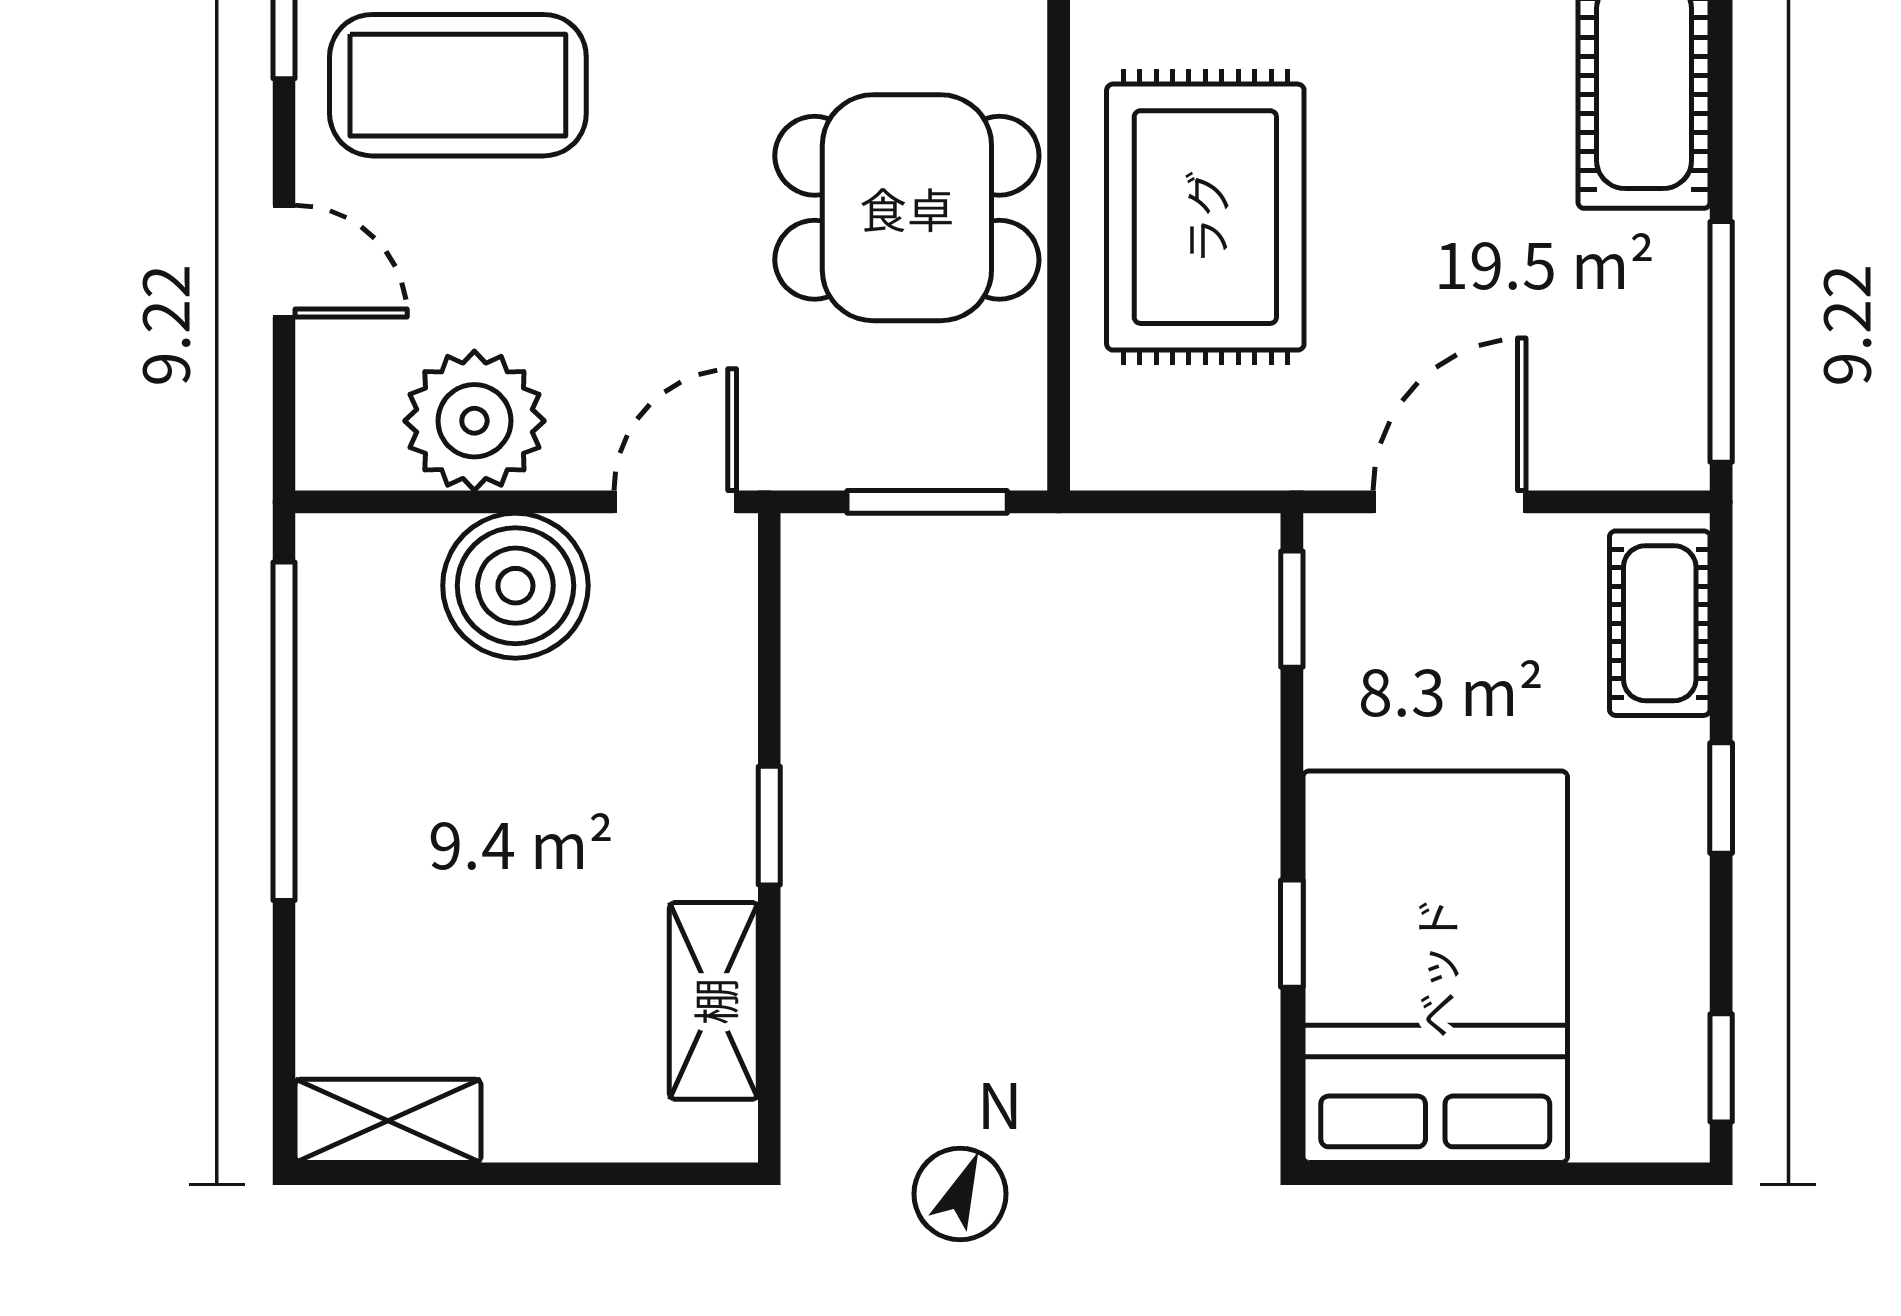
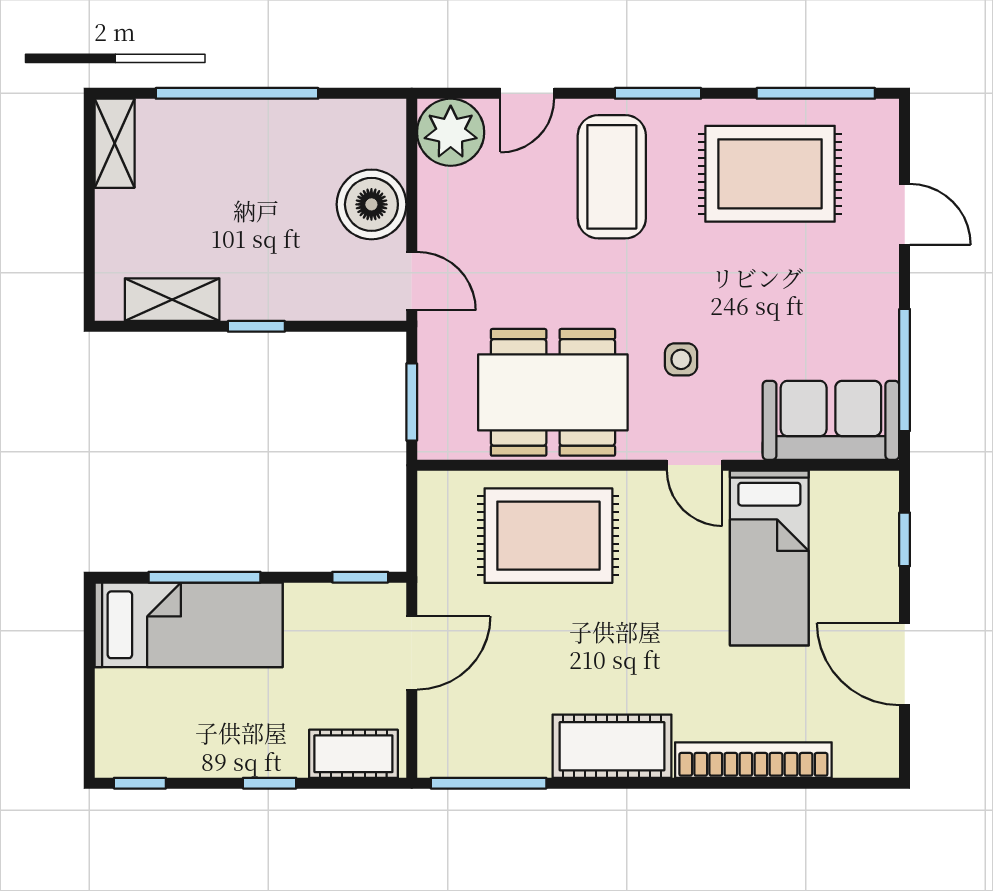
dining table: (907, 208) -> (553, 392), width x1.38
plant: (474, 421) -> (451, 132), moved
door: (1450, 502) -> (412, 653), hinge flipped
window: (284, 731) -> (237, 93), moved
window: (1292, 934) -> (204, 577), width x2.17
bed: (1435, 967) -> (189, 625), width x0.67

